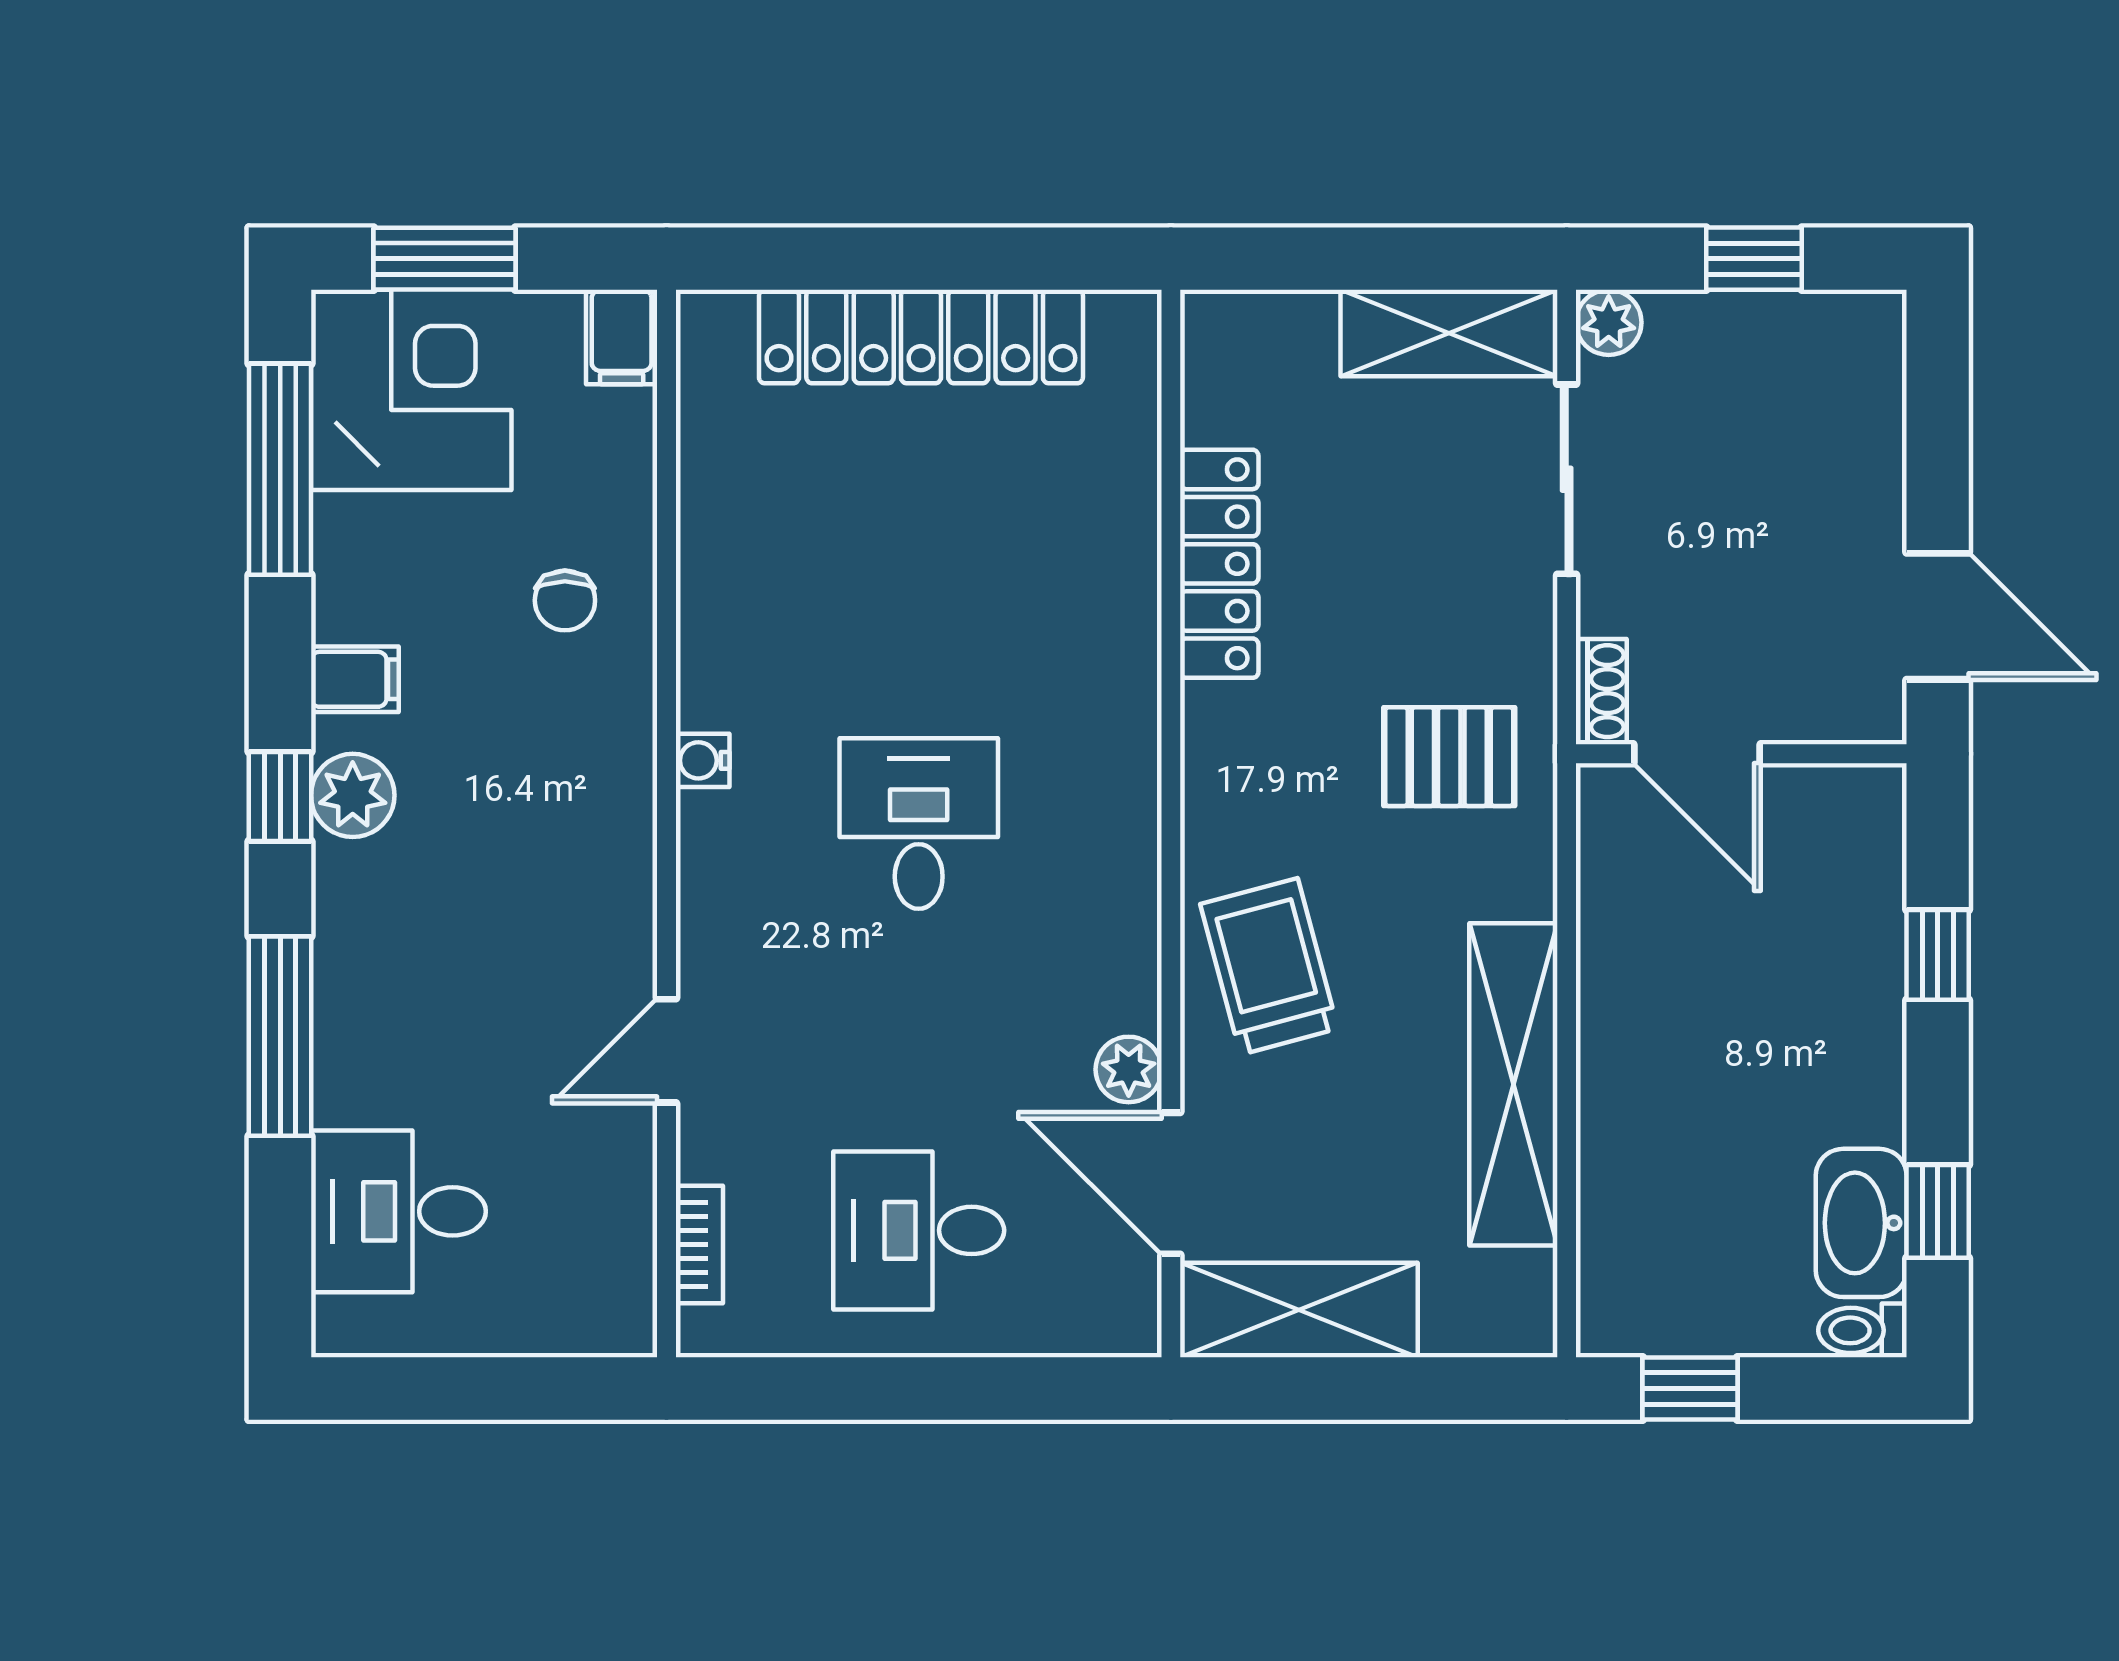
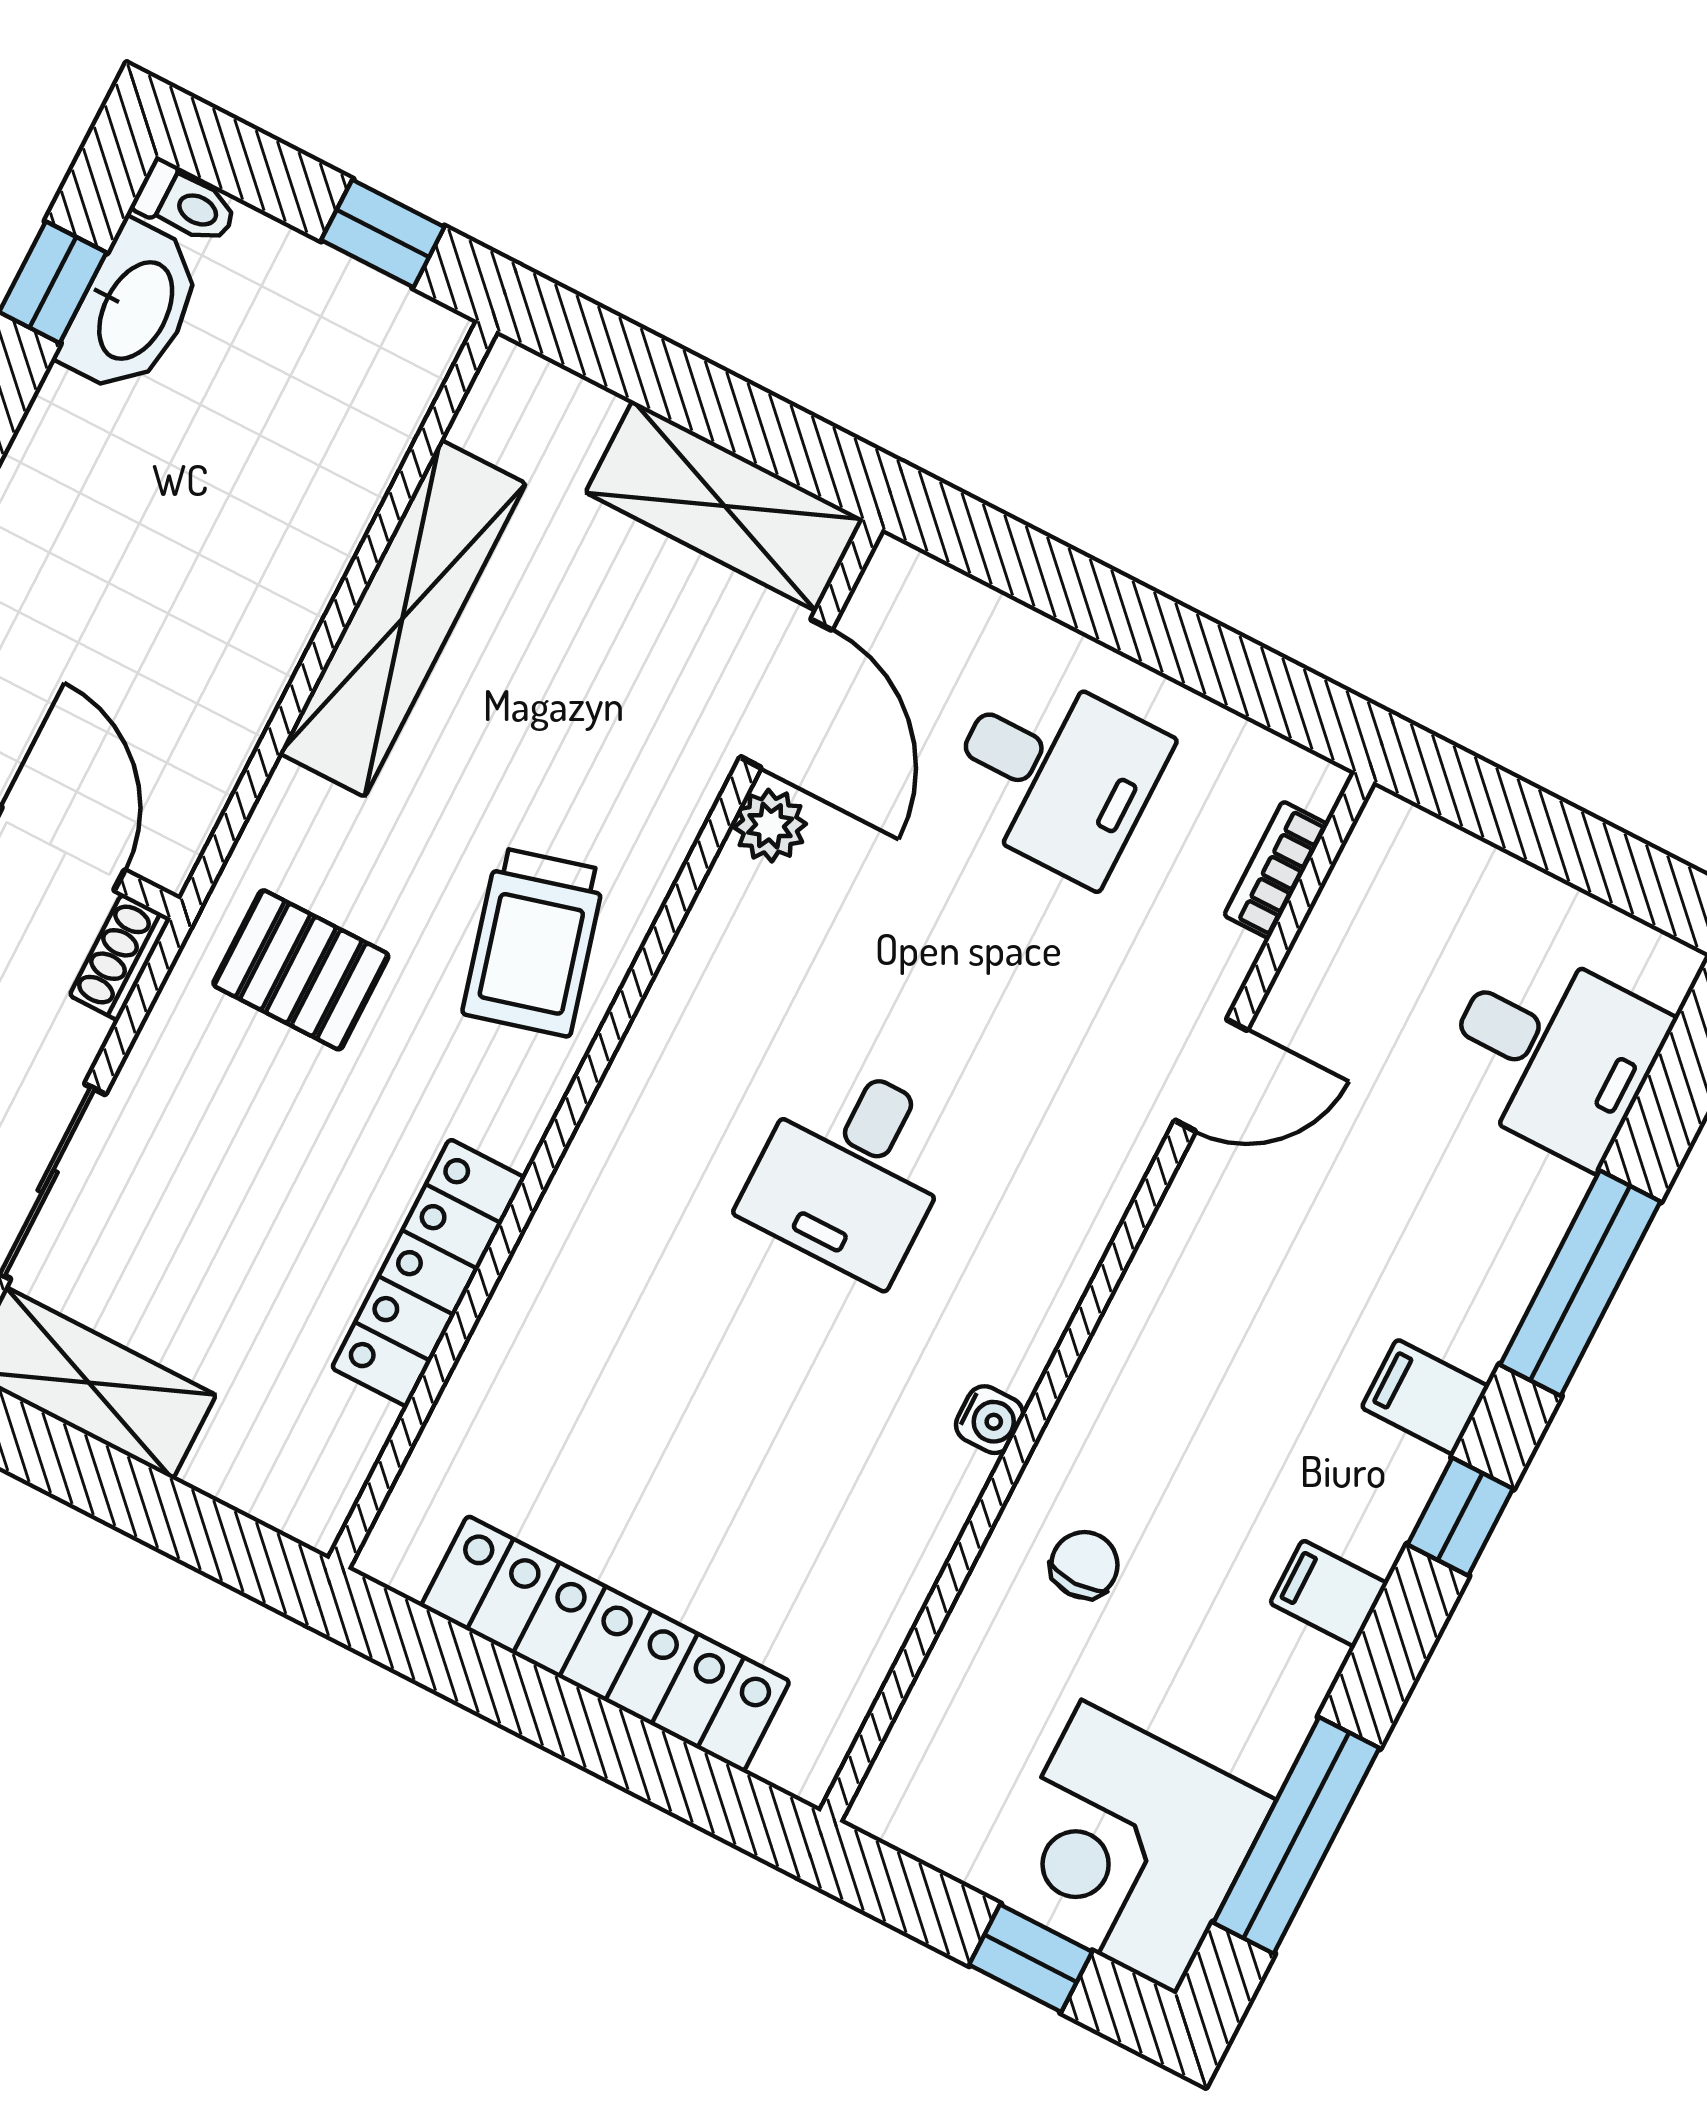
window: (445, 259) -> (1031, 1958), width x0.67
filing cabinet: (622, 337) -> (1425, 1397), moved, turned -90
water cooler: (703, 760) -> (990, 1420), moved
plant: (353, 795) -> (1389, 1481), removed
trolley: (1269, 966) -> (534, 942), moved

